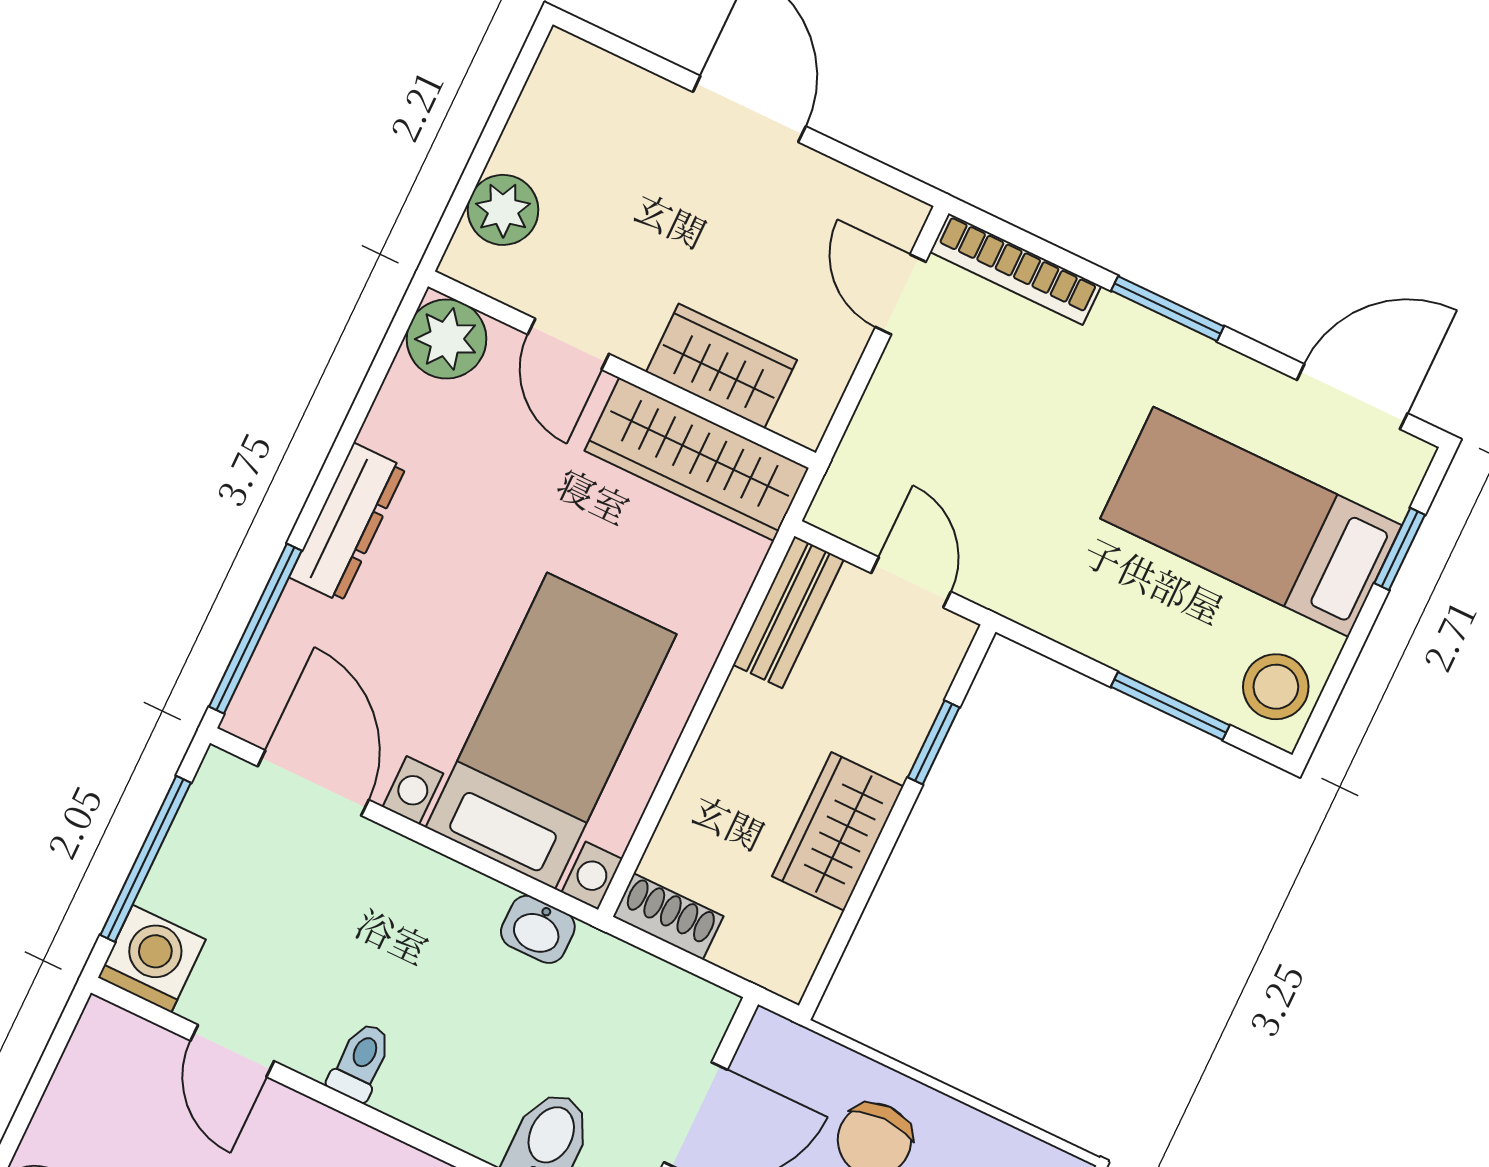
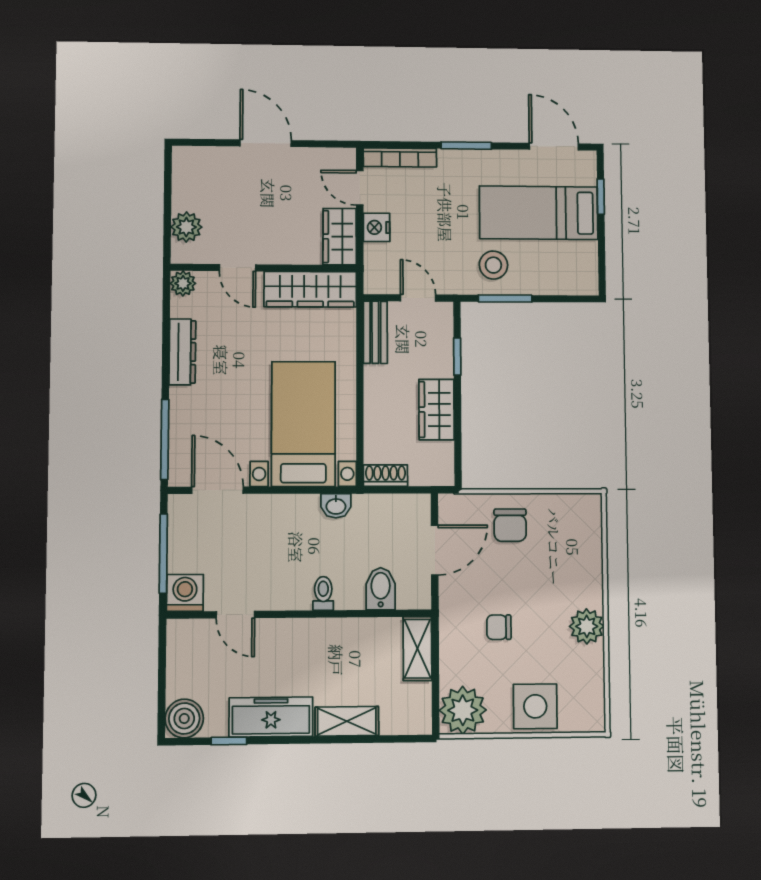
plant: (446, 339) -> (183, 283), width x0.73, depth x0.73
wardrobe: (721, 366) -> (340, 237), moved, turned -90
nightstand: (896, 394) -> (377, 227), added
door: (1352, 397) -> (554, 147), hinge flipped
dresser: (348, 522) -> (182, 352), moved
stool: (1276, 687) -> (493, 265), moved
window: (1170, 706) -> (505, 298), moved
toilet: (360, 1062) -> (323, 593), moved

